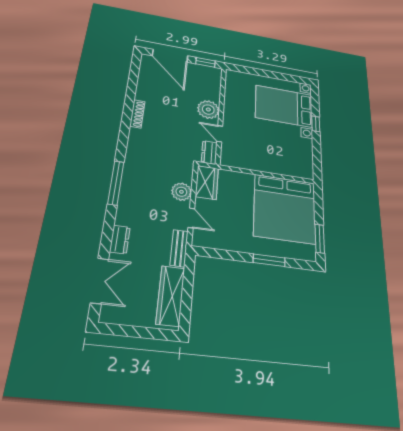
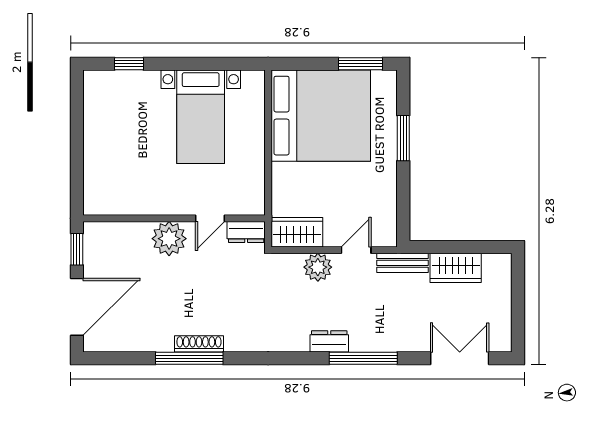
bed with nightstands: (284, 106) -> (201, 117), moved, width x0.73
window: (128, 107) -> (189, 358), added
window: (316, 124) -> (129, 64), moved
window: (116, 183) -> (363, 358), moved
dresser: (120, 240) -> (329, 341), moved
wardrobe: (171, 296) -> (456, 268), width x0.67

